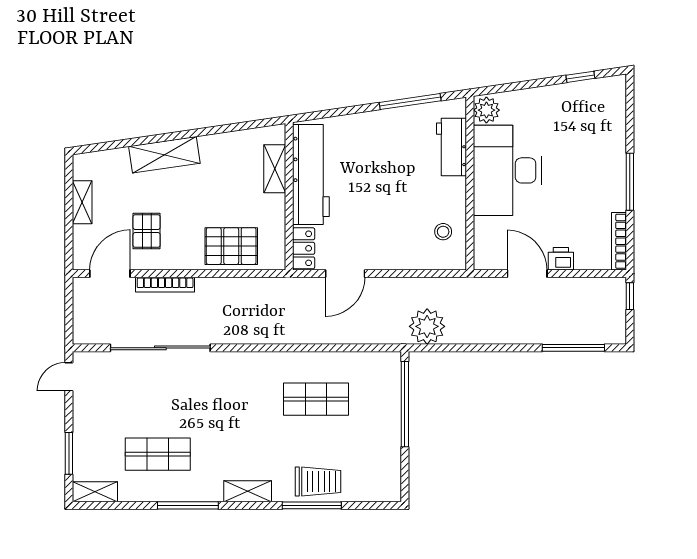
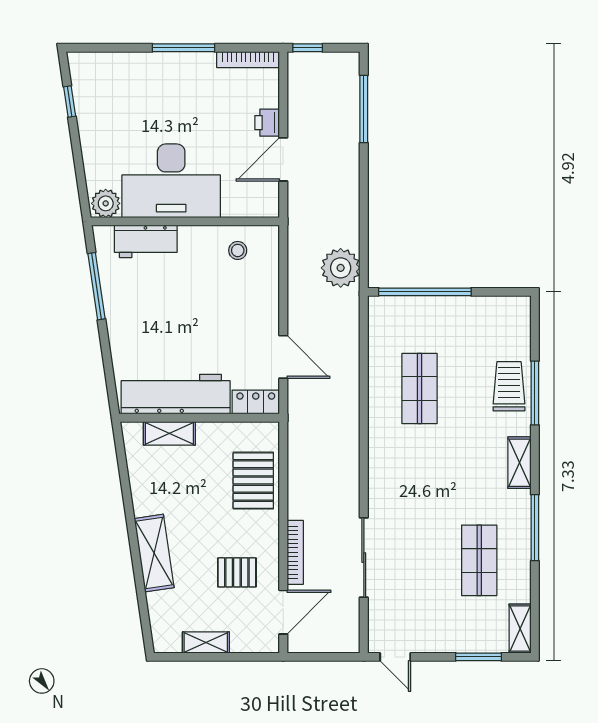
door: (110, 274) -> (283, 612), swing flipped
sliding door: (160, 348) -> (364, 558), width x0.73

